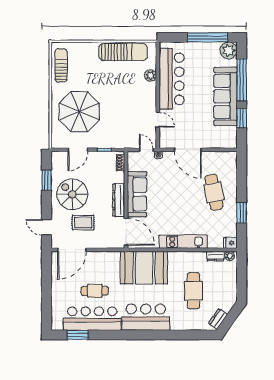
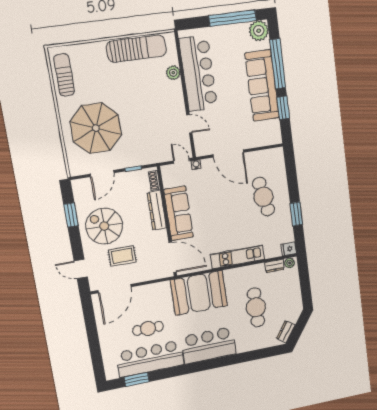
dresser: (119, 200) -> (157, 210), moved

